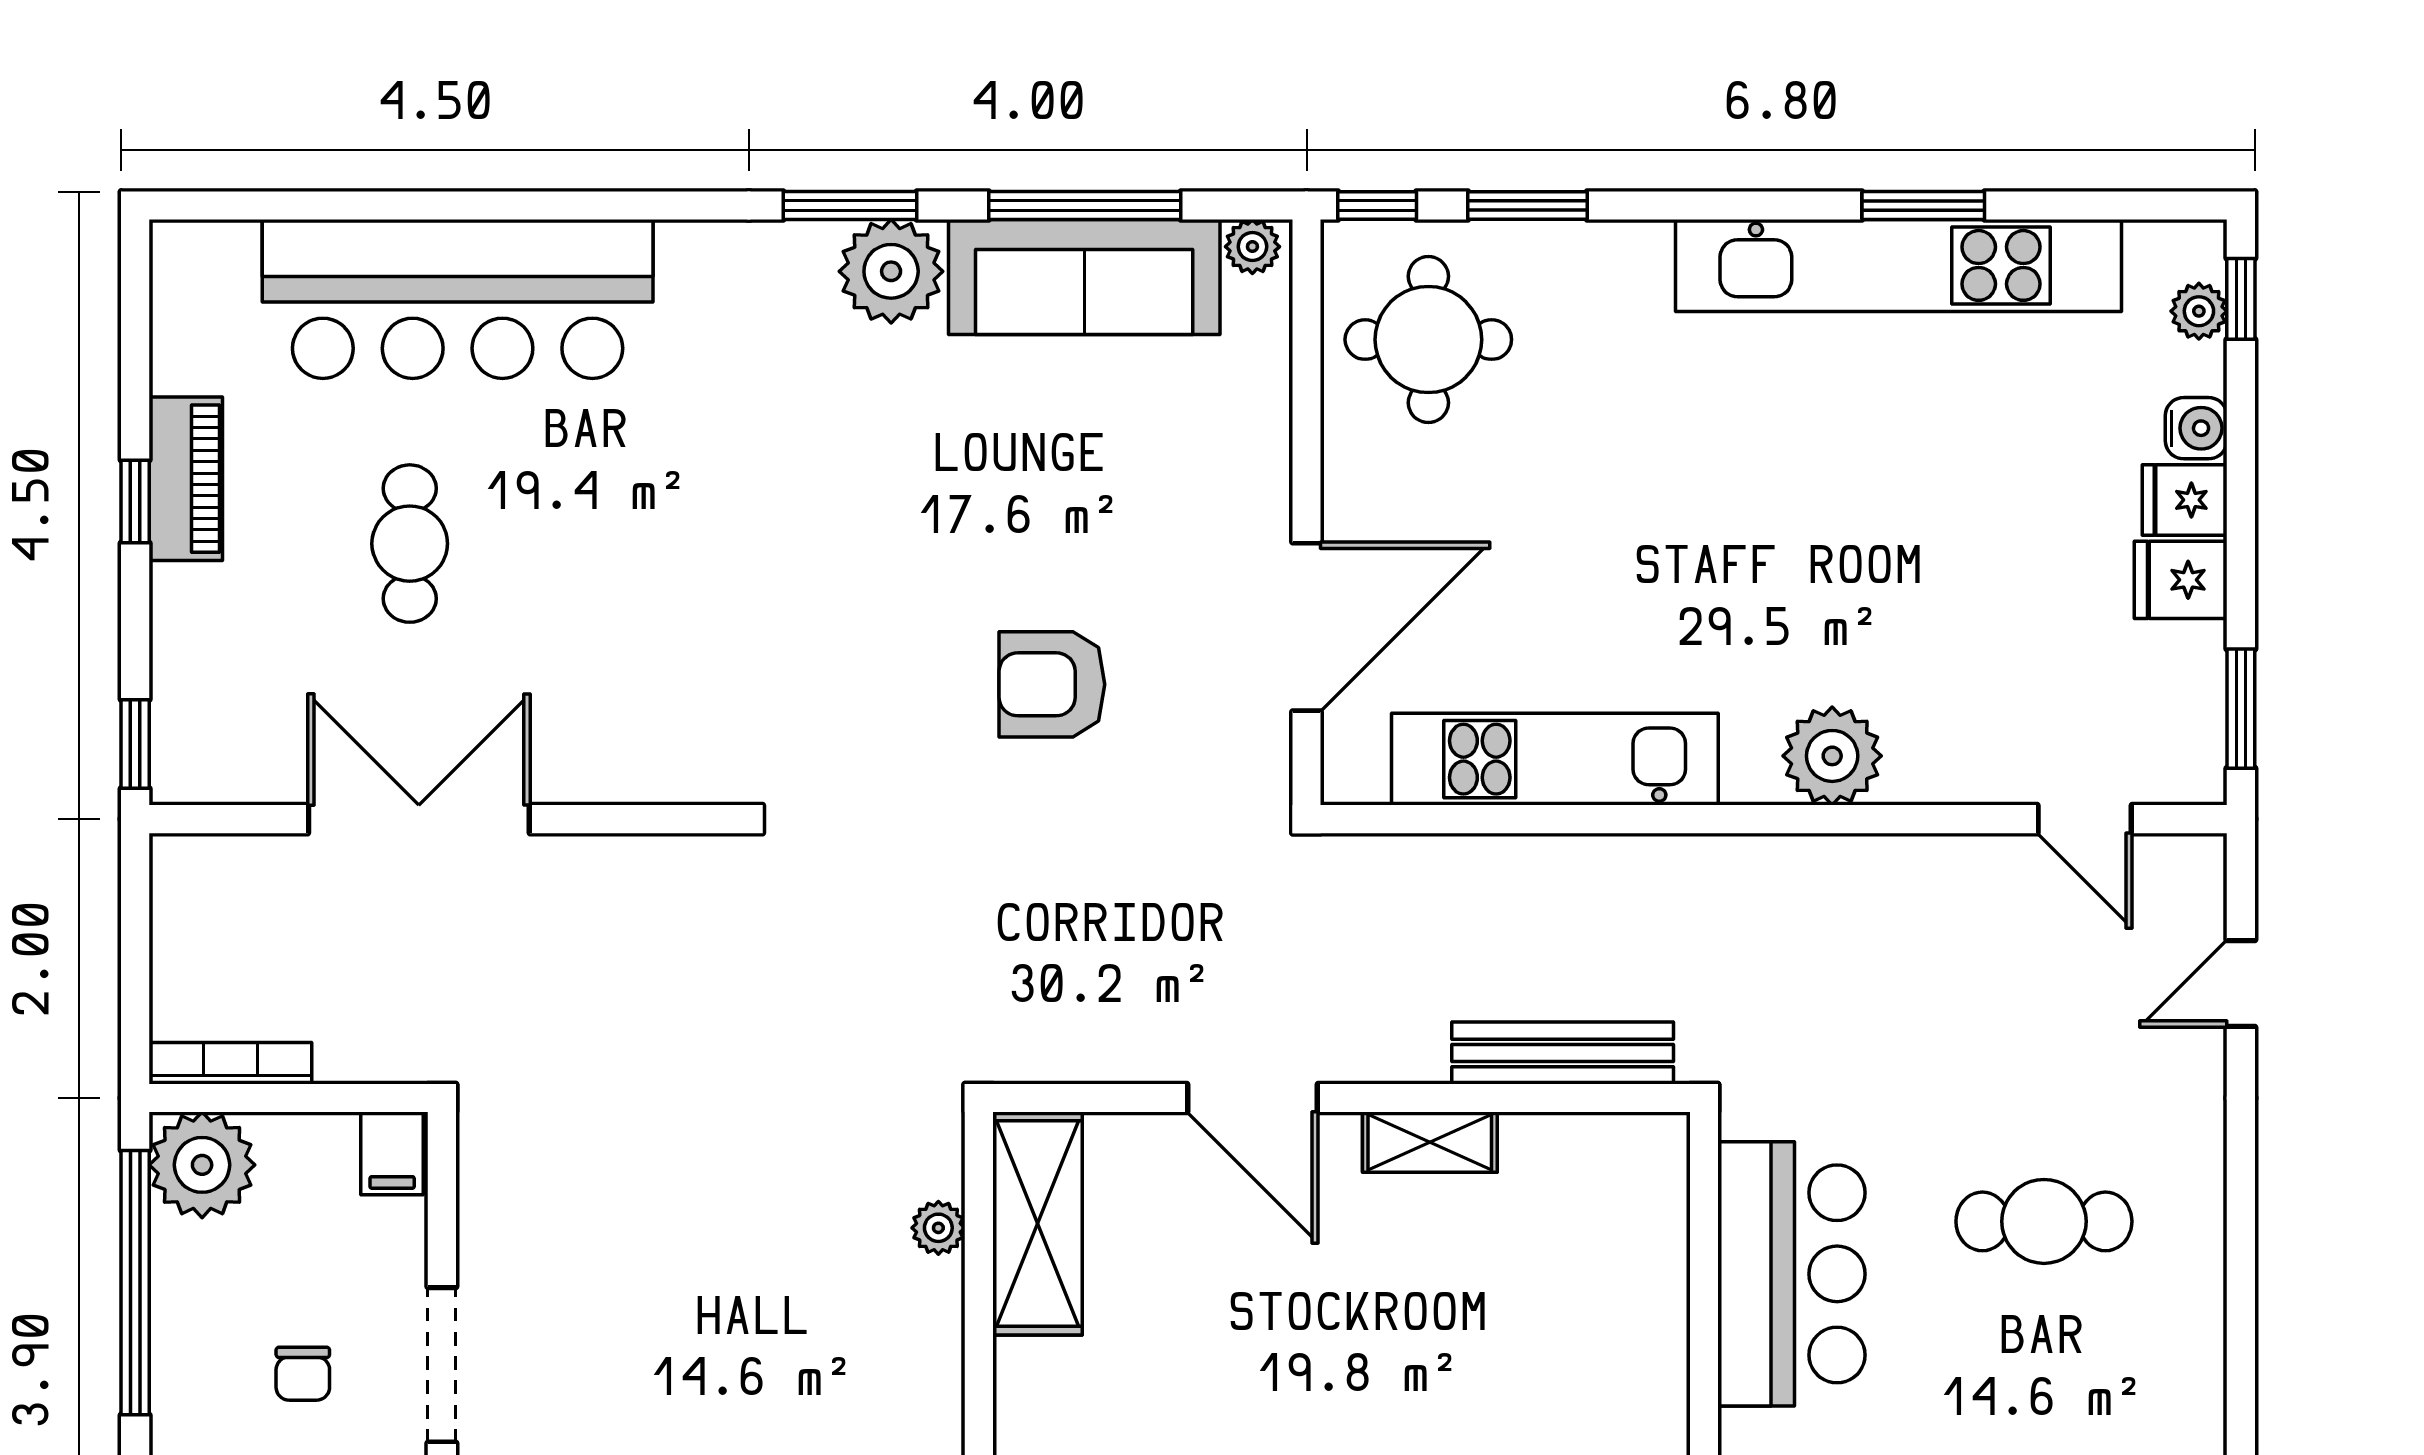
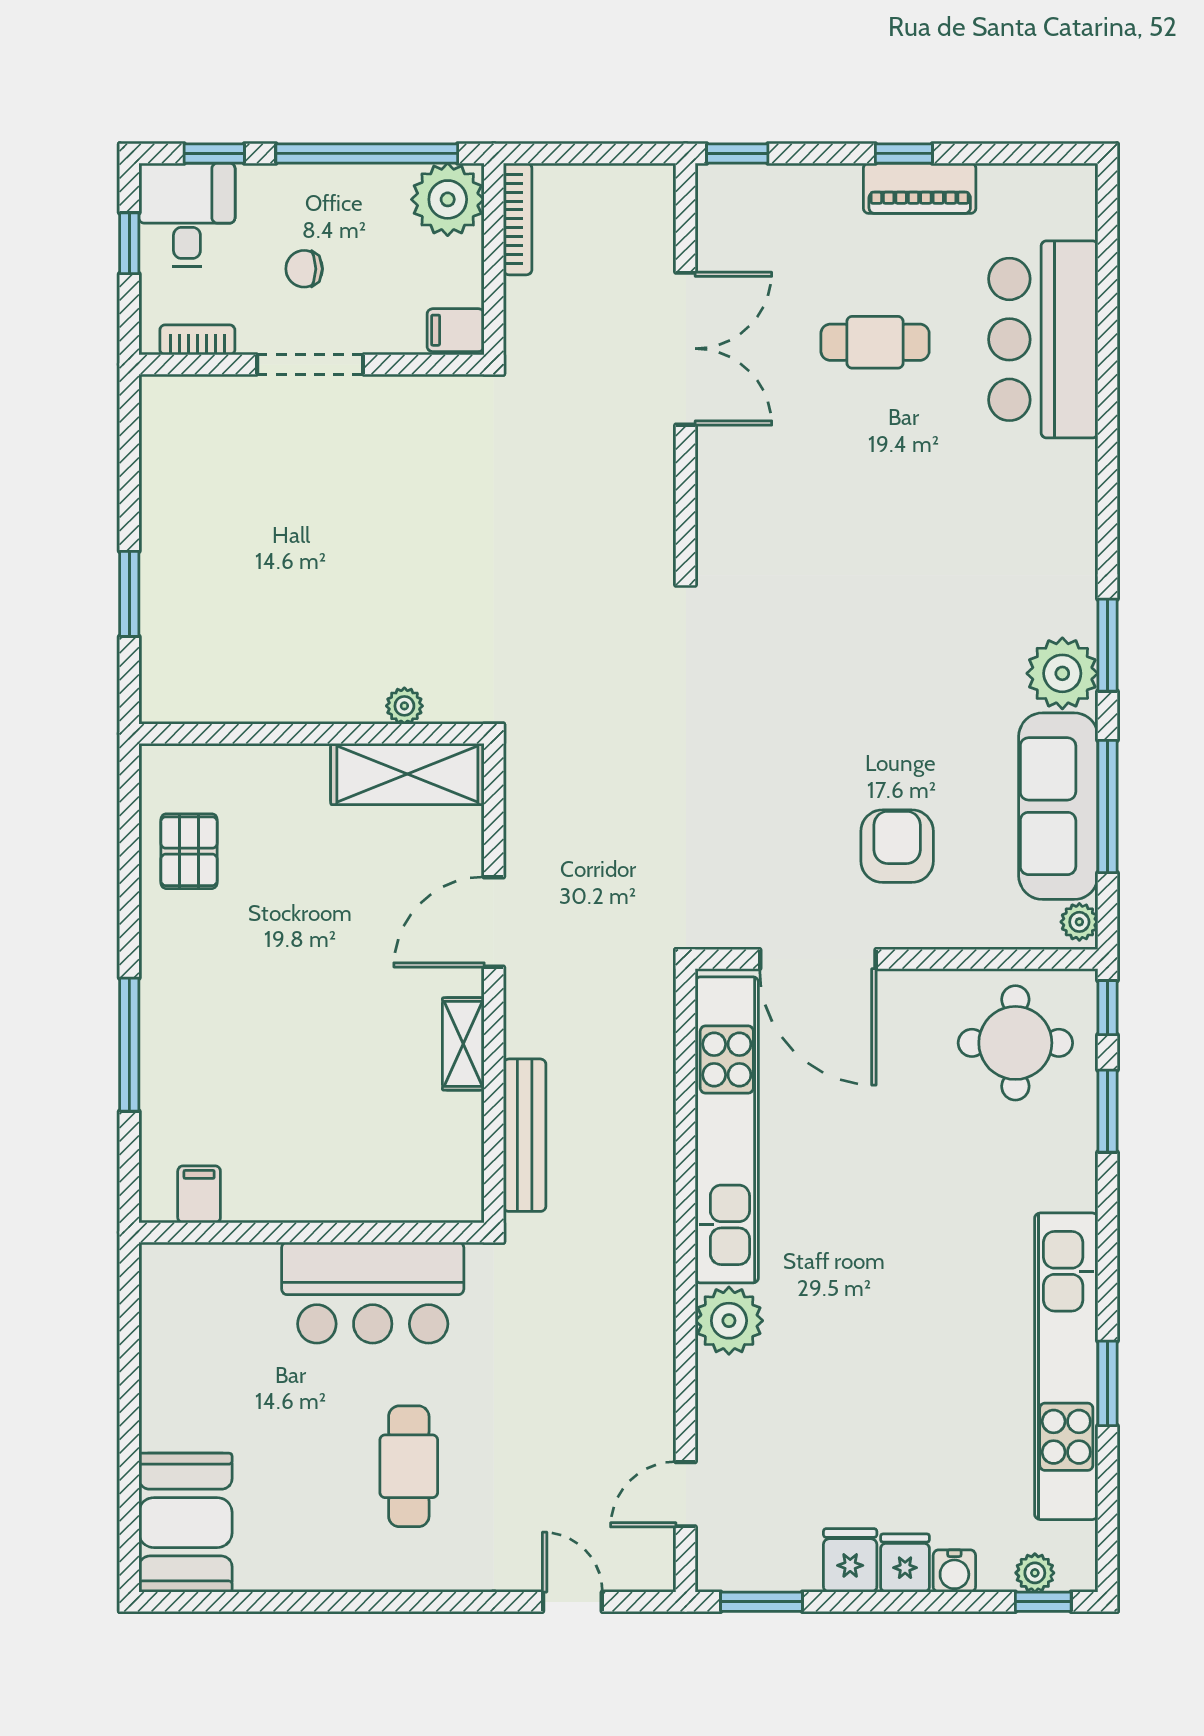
bar counter: (458, 299) -> (1043, 339), width x0.73
armchair: (1052, 684) -> (897, 846), moved
kitchen unit: (1555, 759) -> (727, 1130), width x1.36

